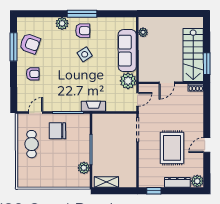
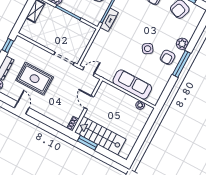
plant: (128, 81) -> (107, 72), removed
door: (137, 99) -> (89, 72), swing flipped
fireplace: (93, 106) -> (109, 20), moved

